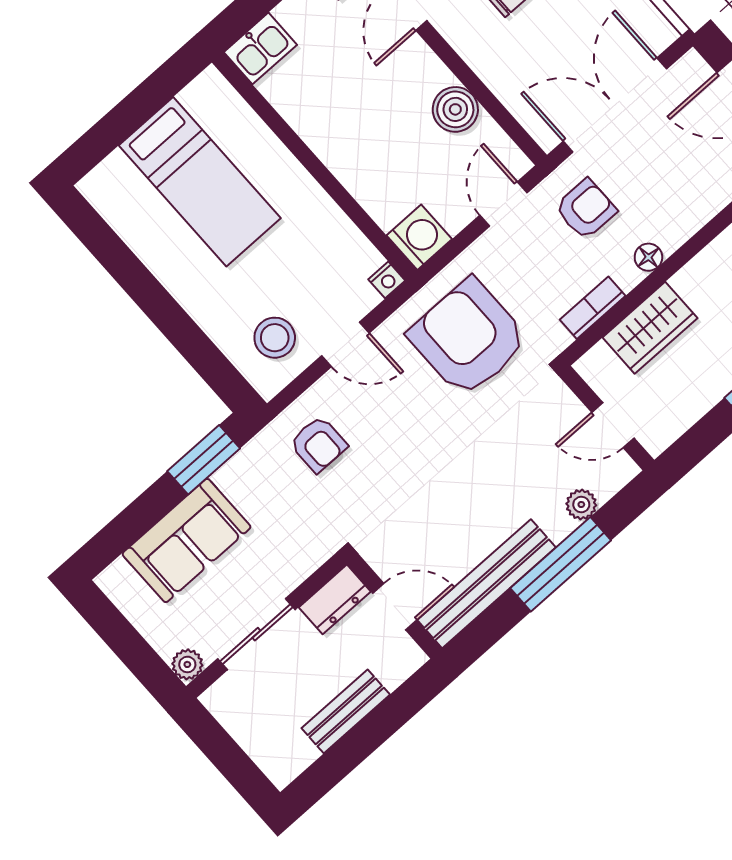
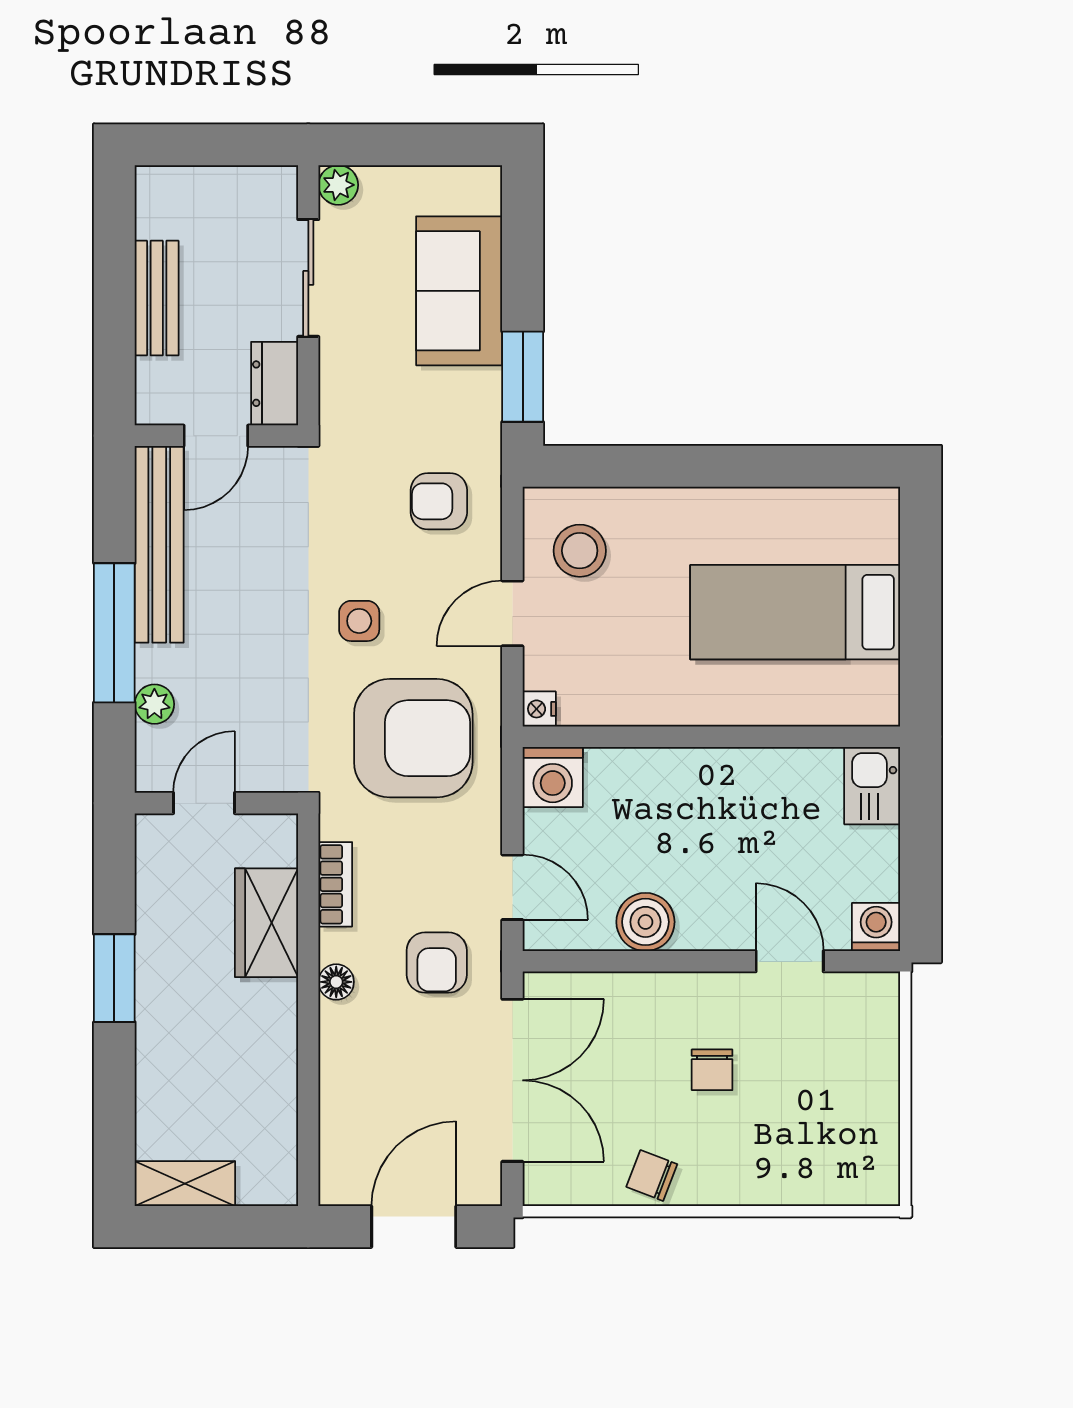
side table: (428, 429) -> (359, 621), added

